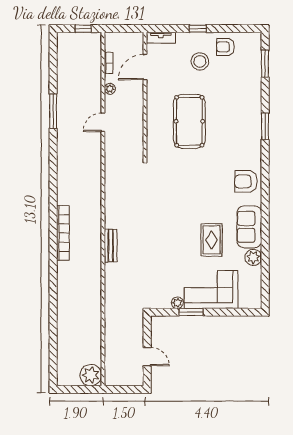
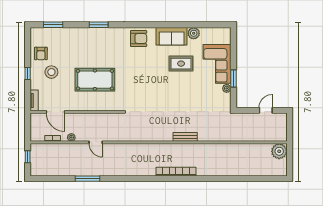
armchair: (246, 181) -> (139, 39), turned -90

